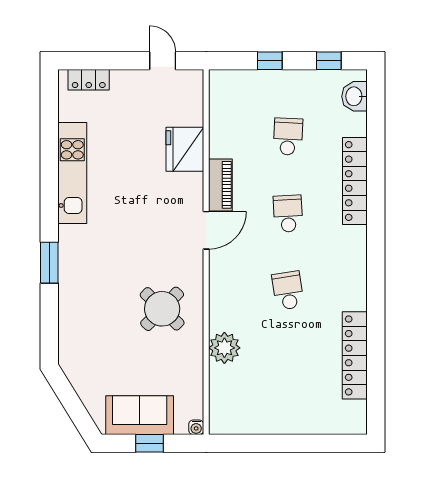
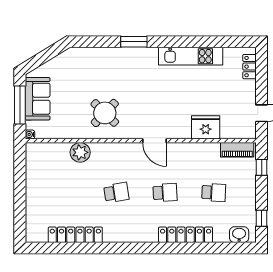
window: (270, 61) -> (262, 167), moved
piano: (220, 185) -> (237, 150), moved
window: (150, 443) -> (20, 105), width x2.17

